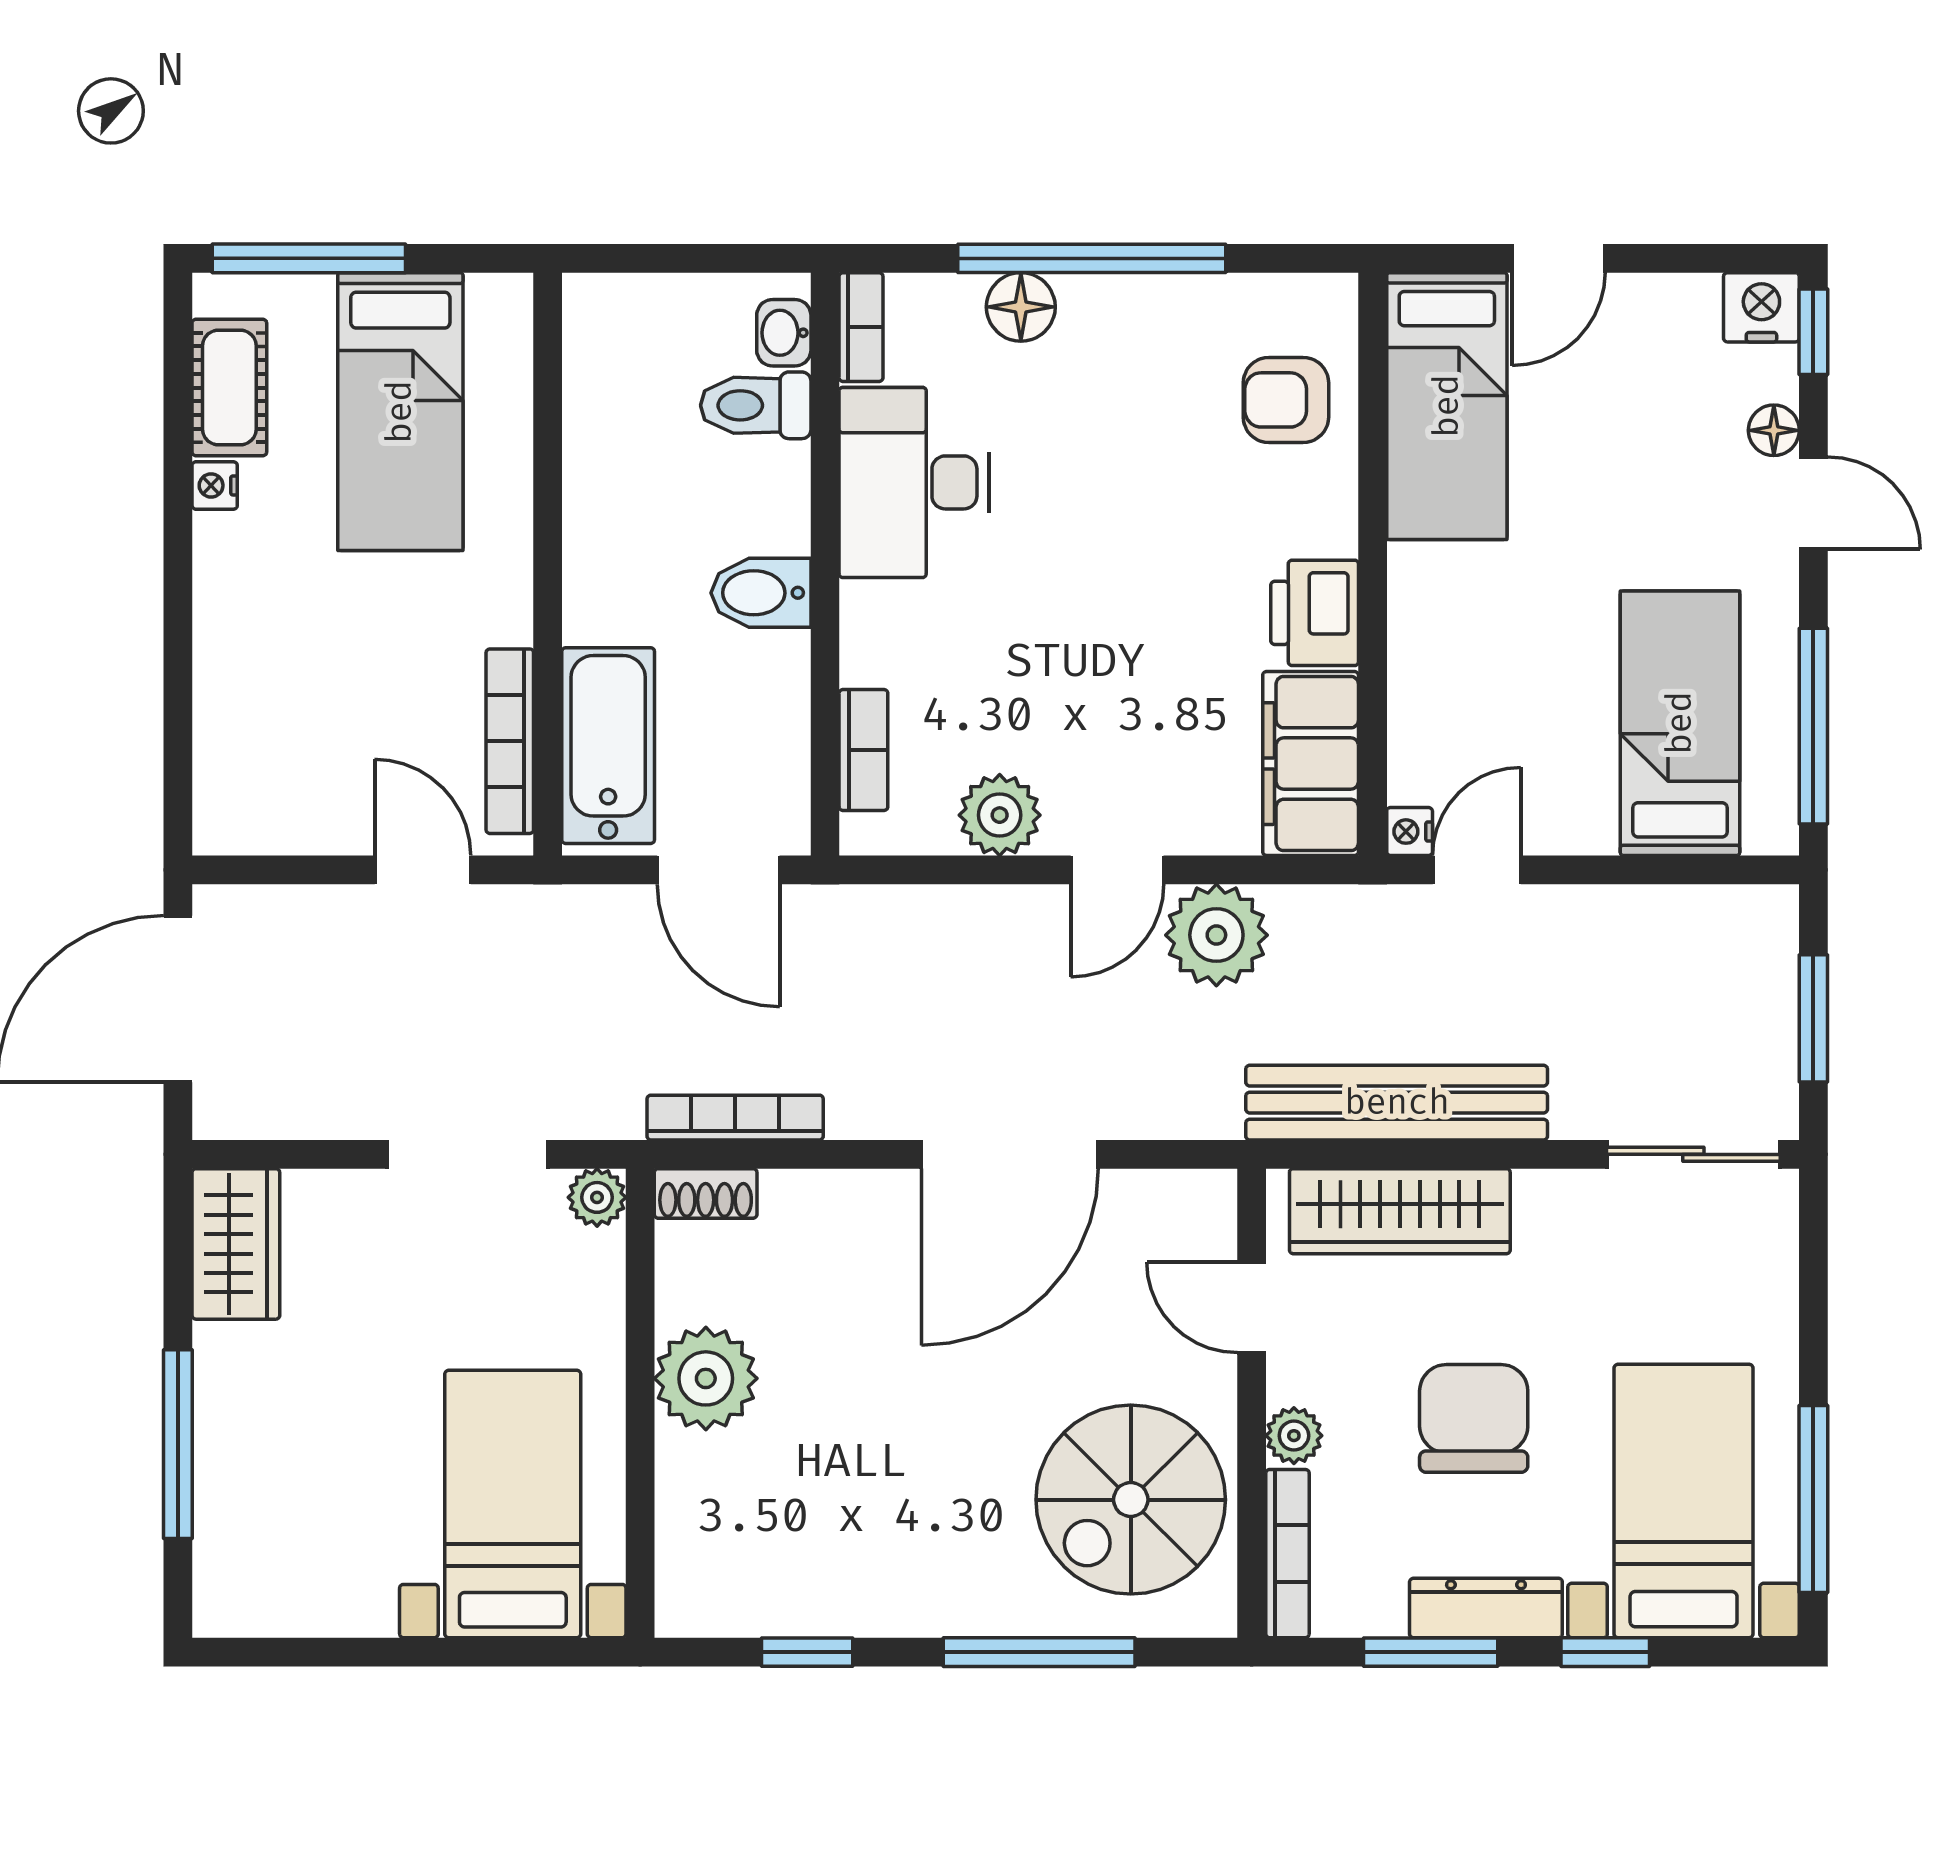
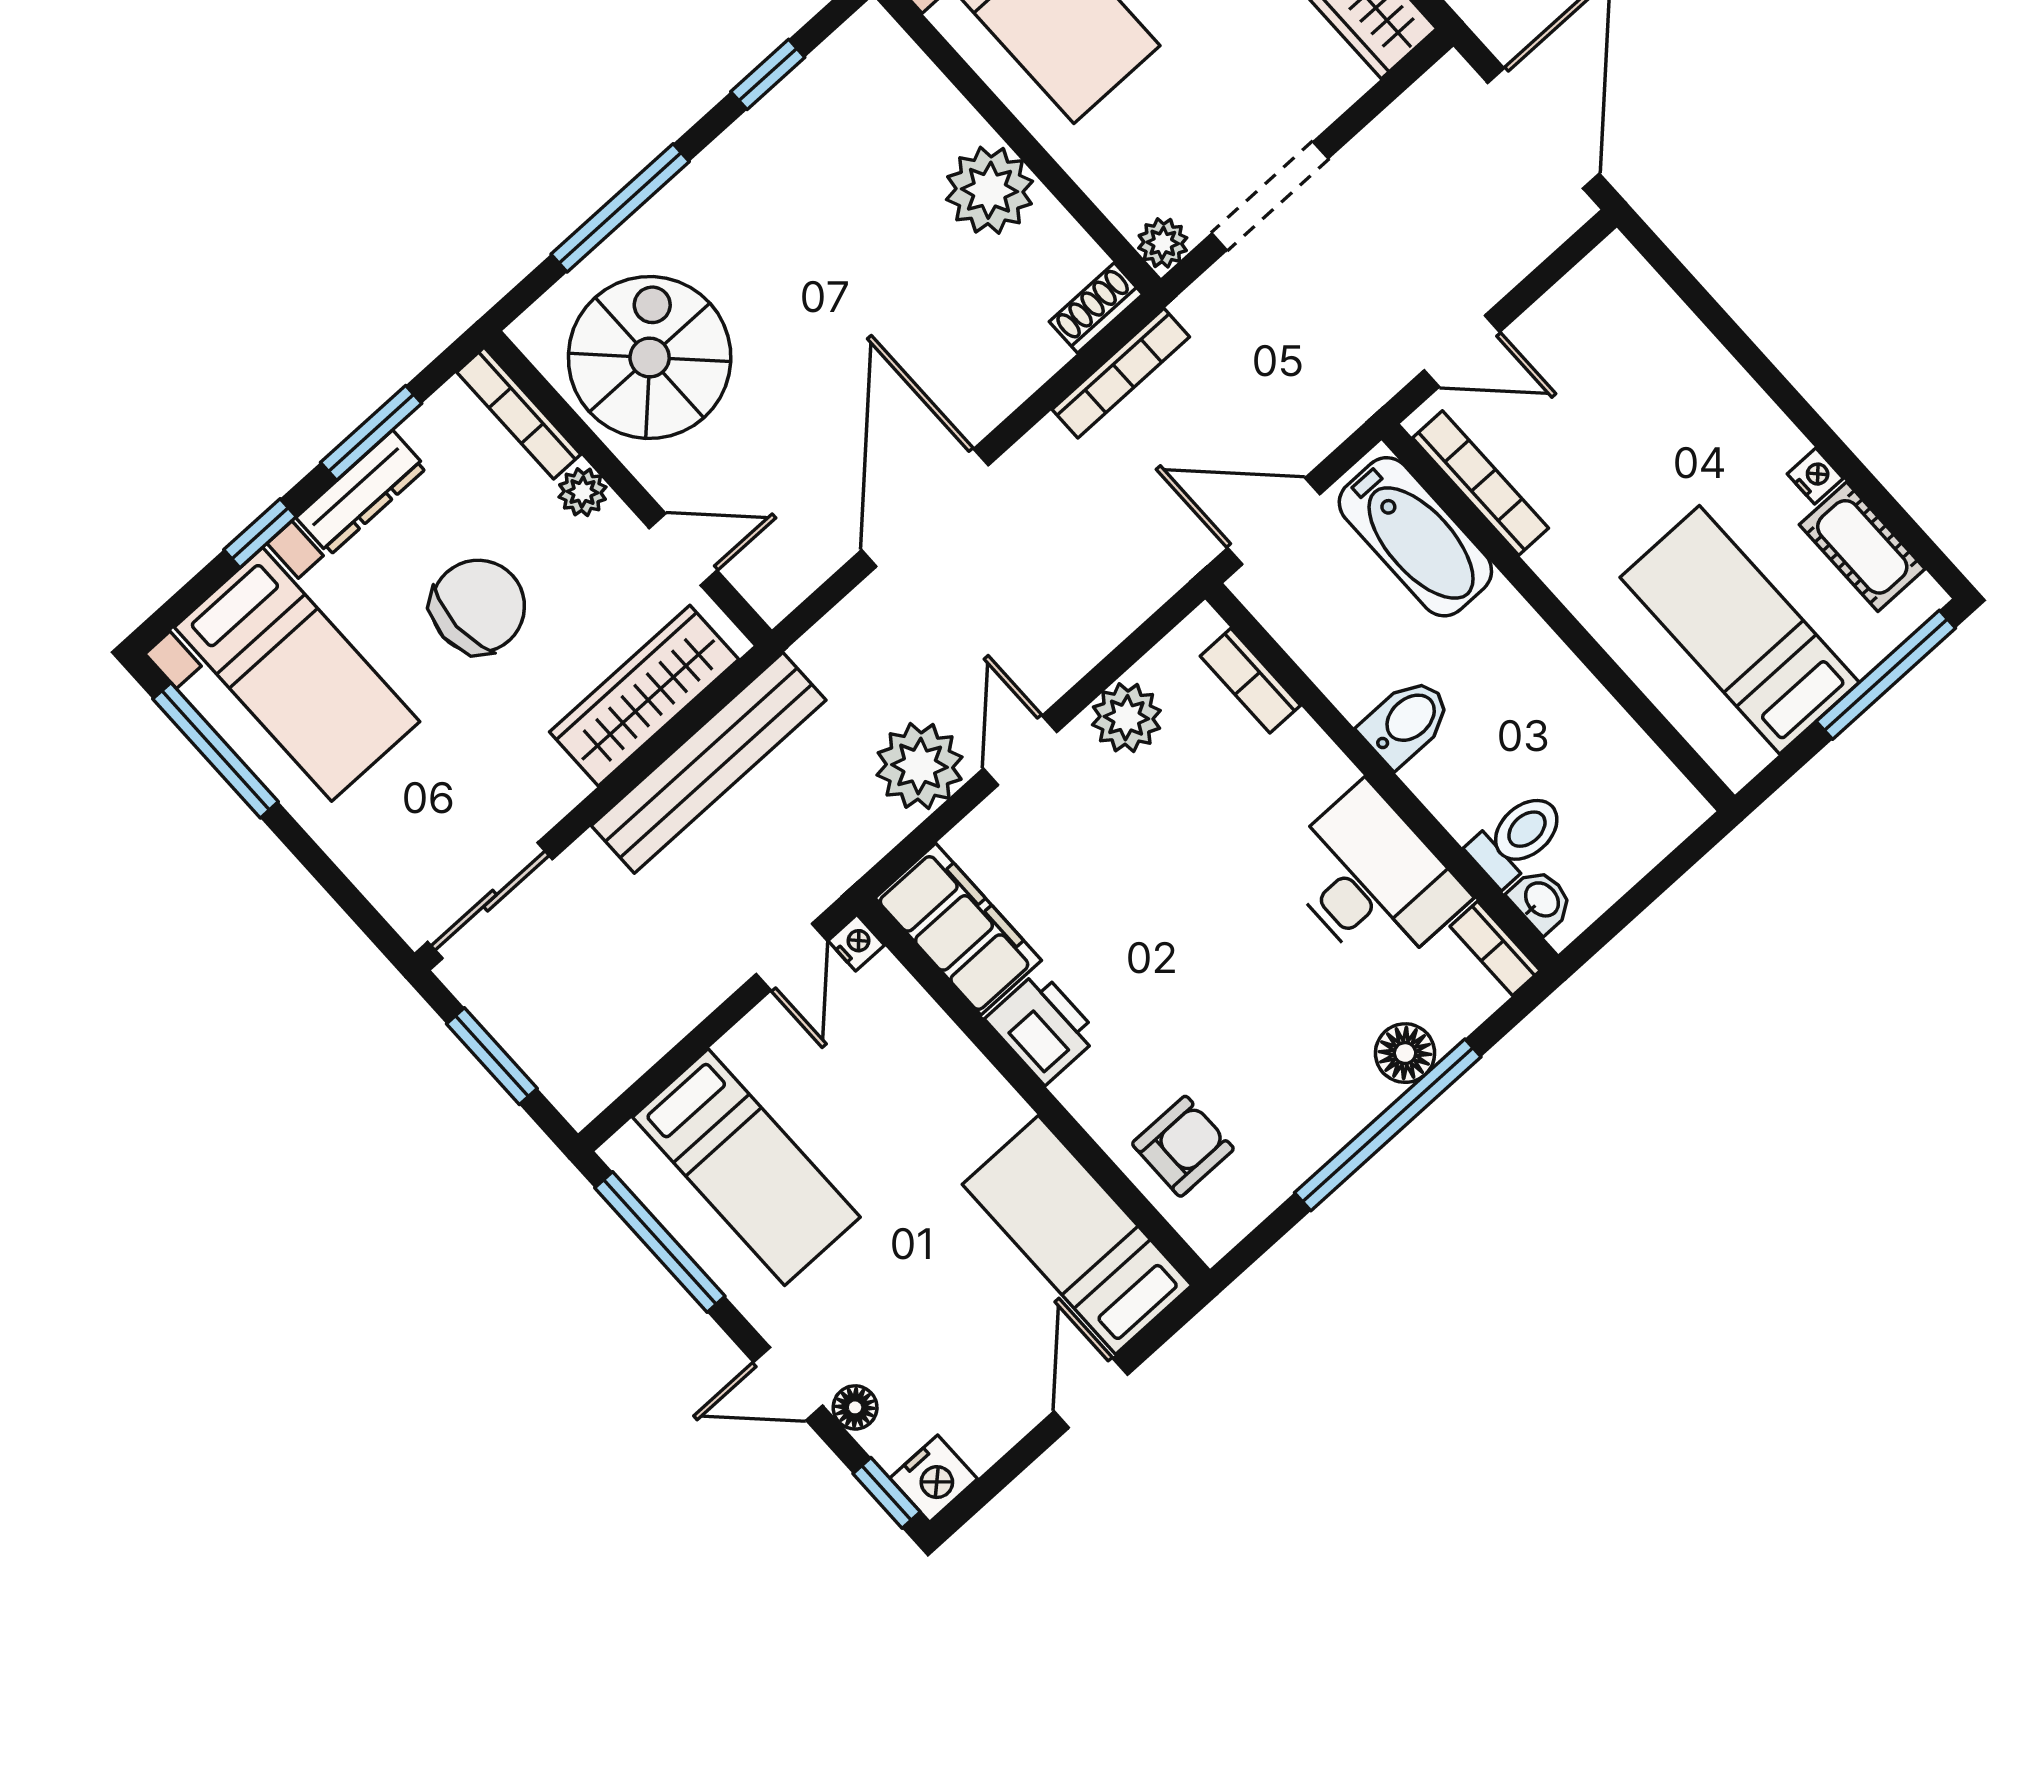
chair: (1474, 1418) -> (478, 606), turned -90

